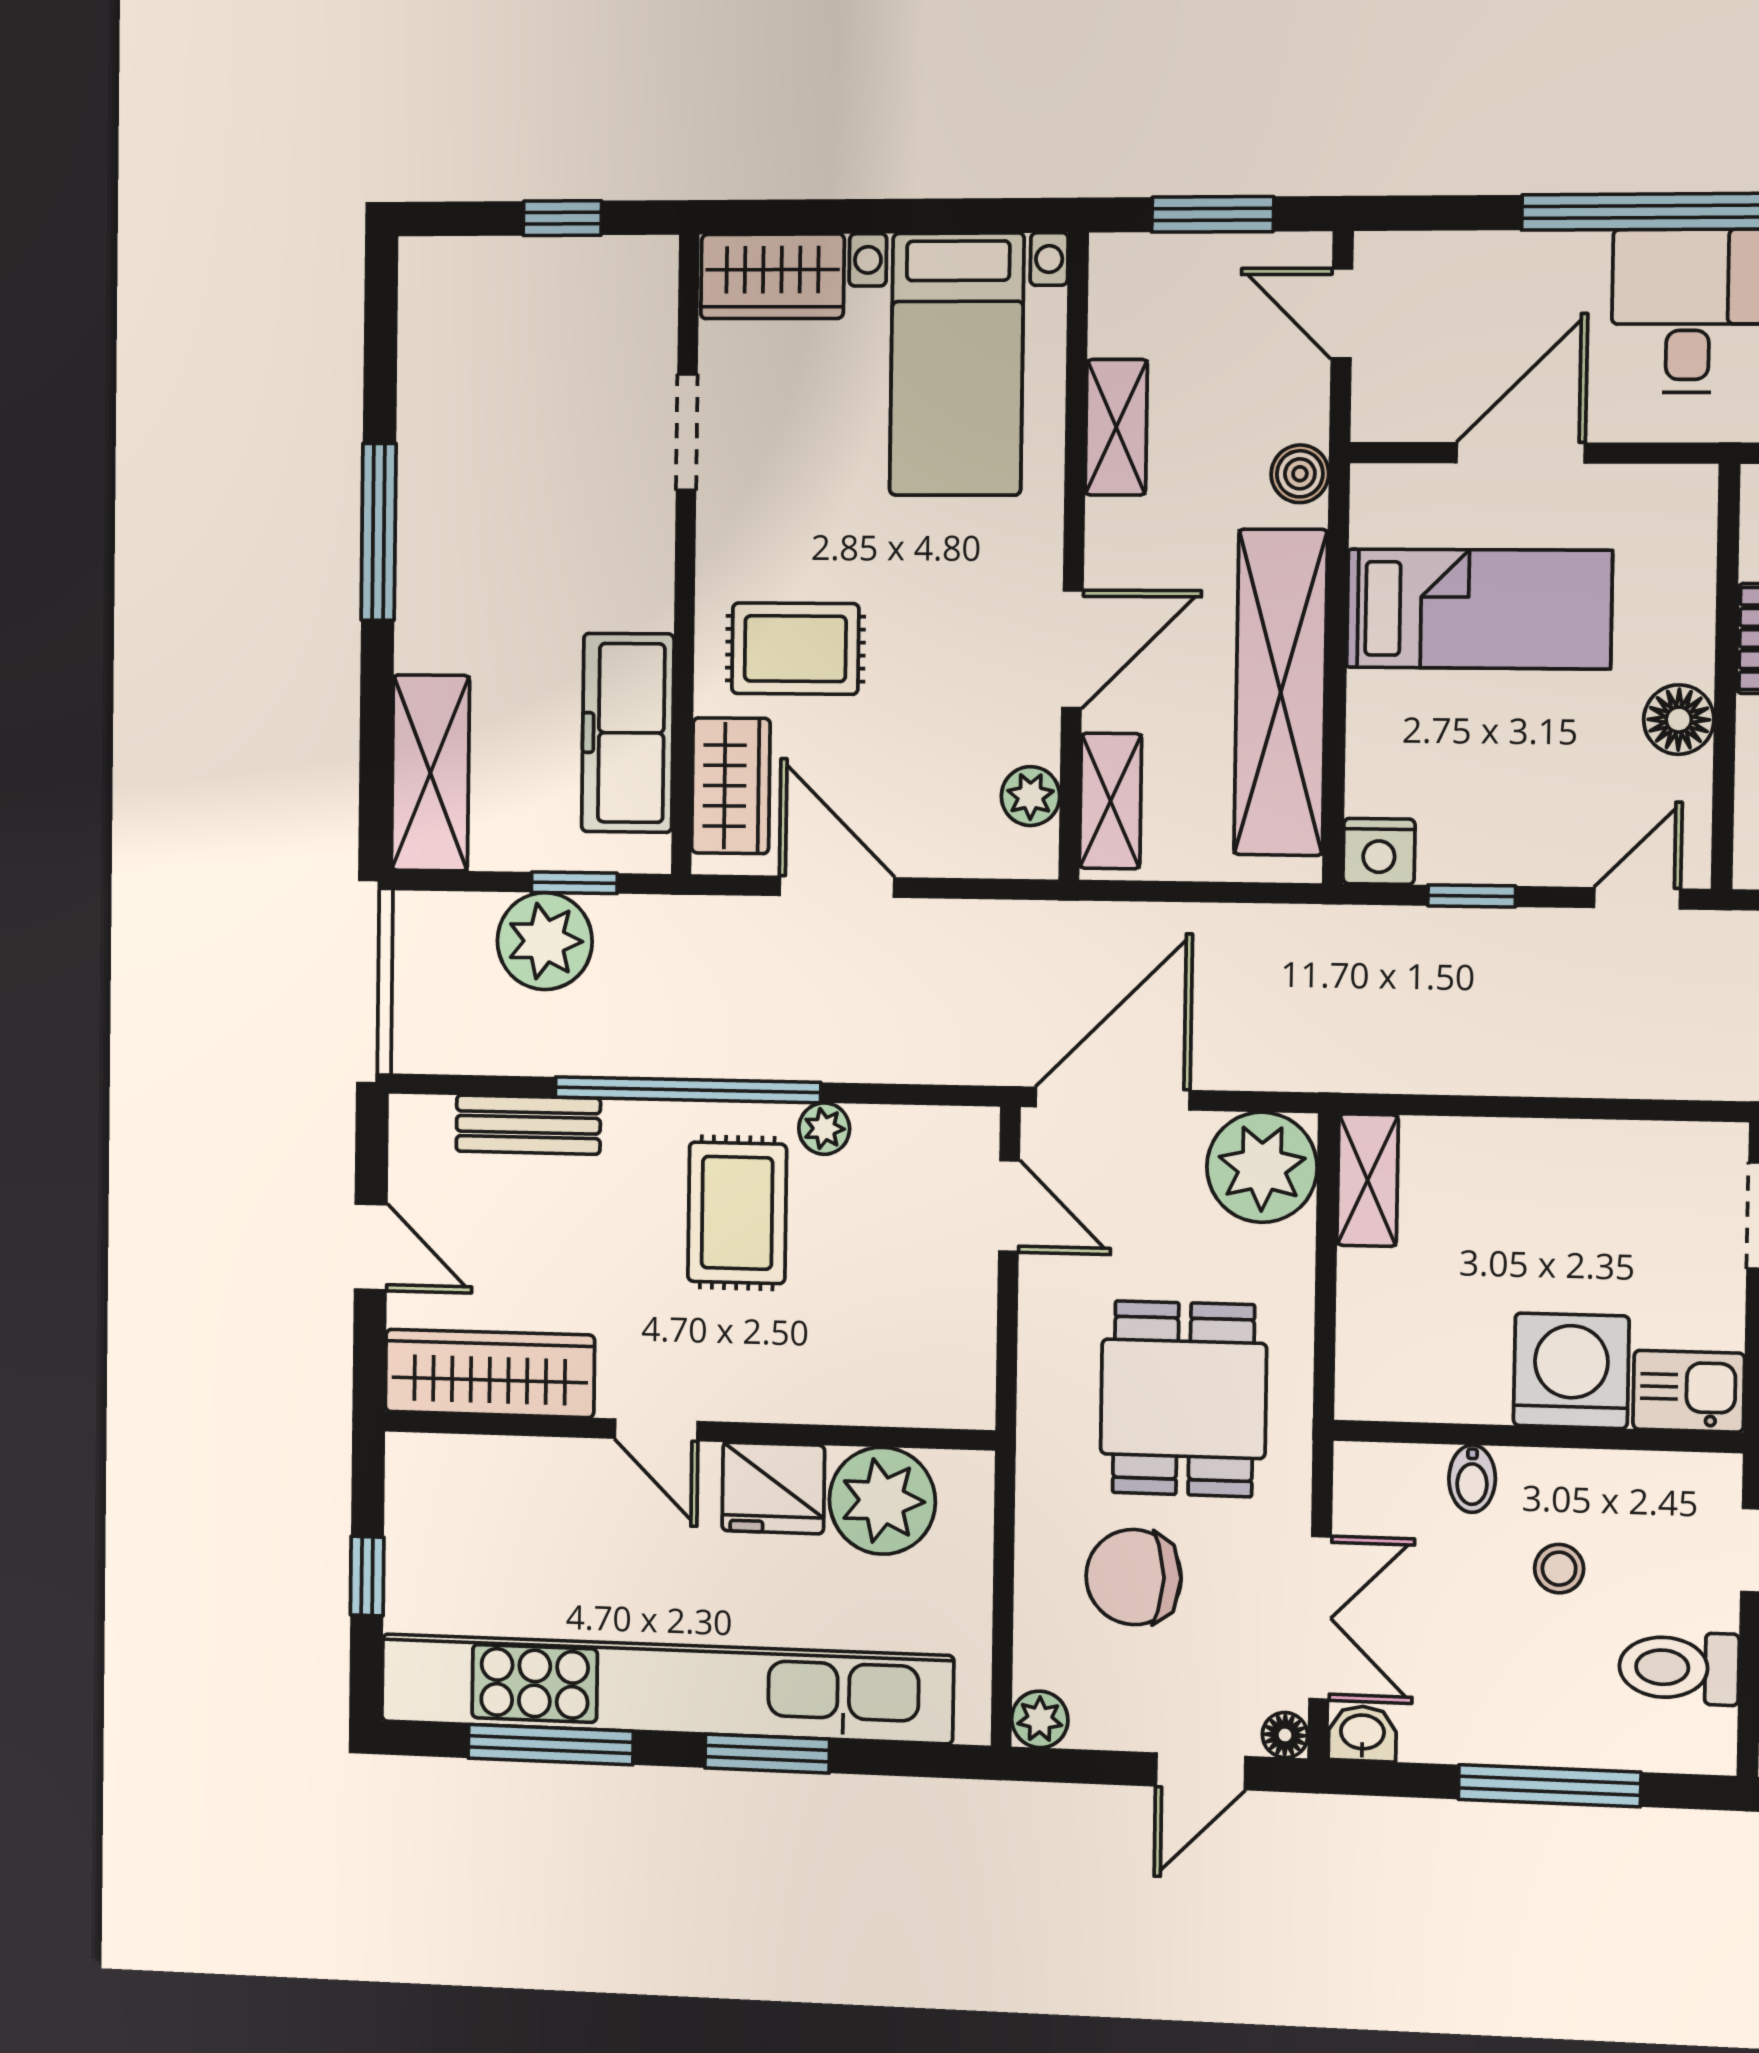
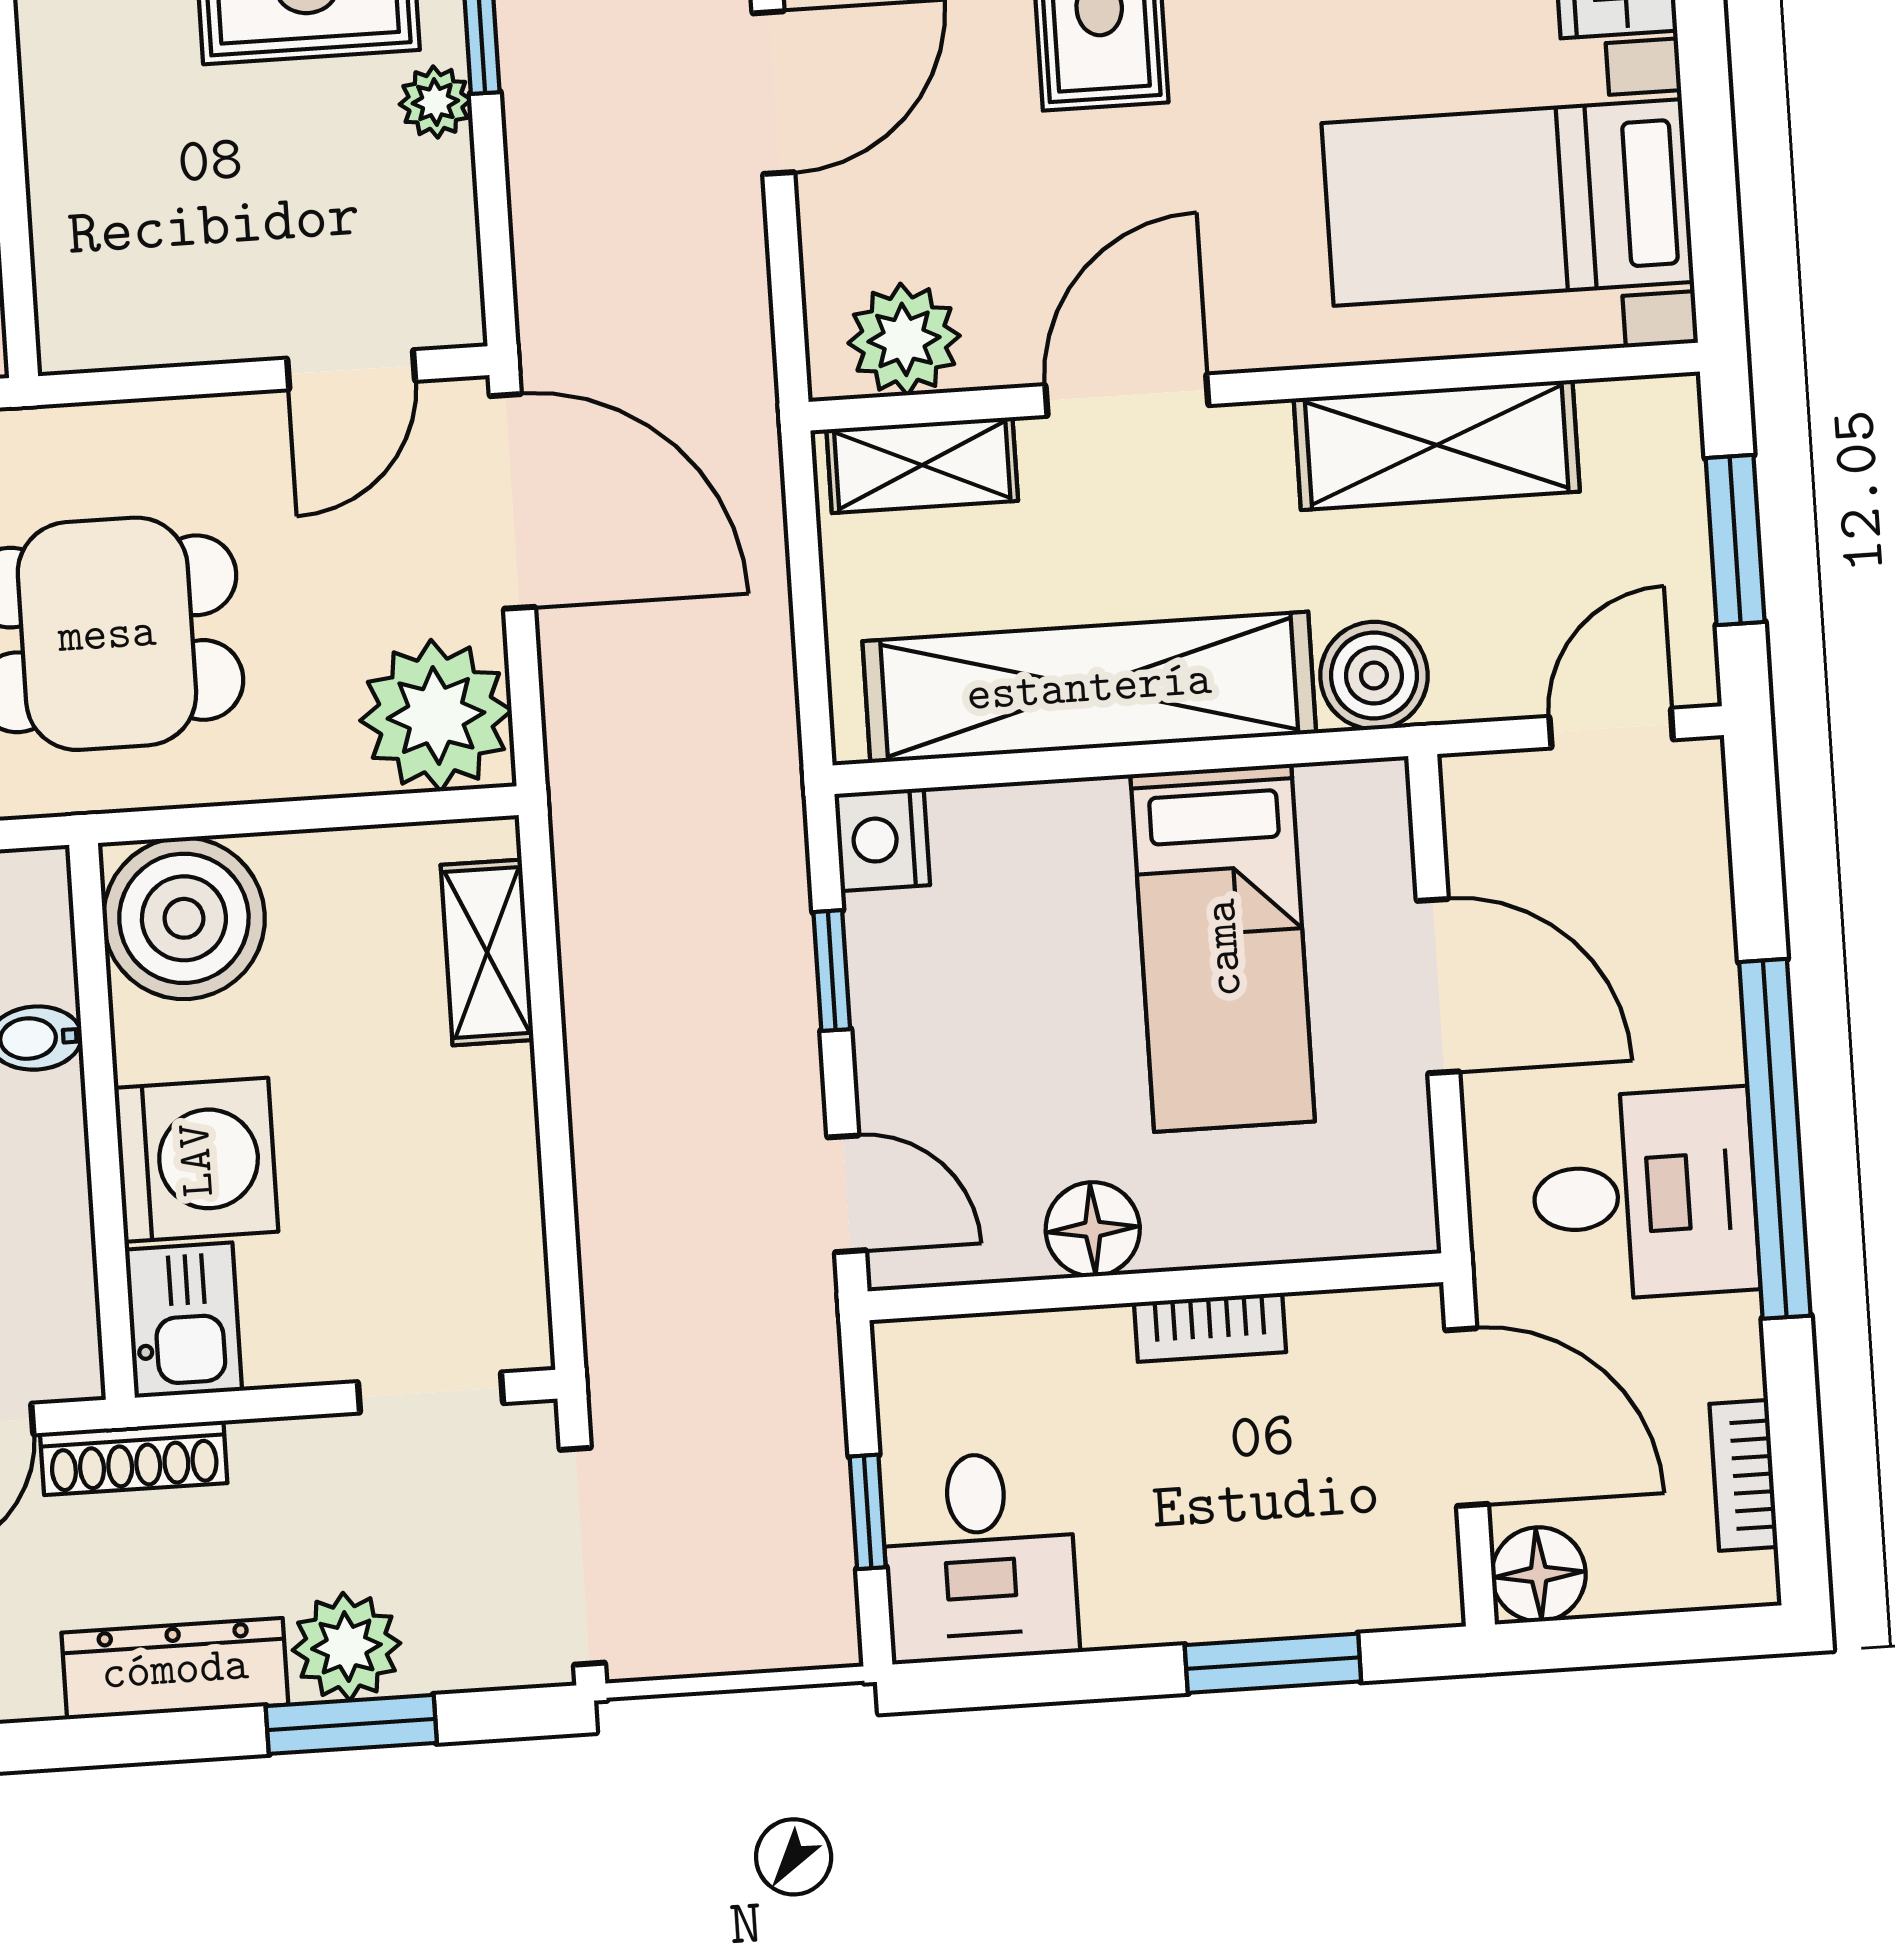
shelving: (1116, 427) -> (1437, 445), width x1.50, depth x1.33
boiler: (1300, 474) -> (1374, 676), width x1.36, depth x1.36
door: (1072, 649) -> (1127, 395), swing flipped
plant: (1030, 796) -> (904, 339), width x1.38, depth x1.38
shelving: (1368, 1180) -> (487, 952), moved, turned 90
boiler: (1394, 1363) -> (184, 918), added

